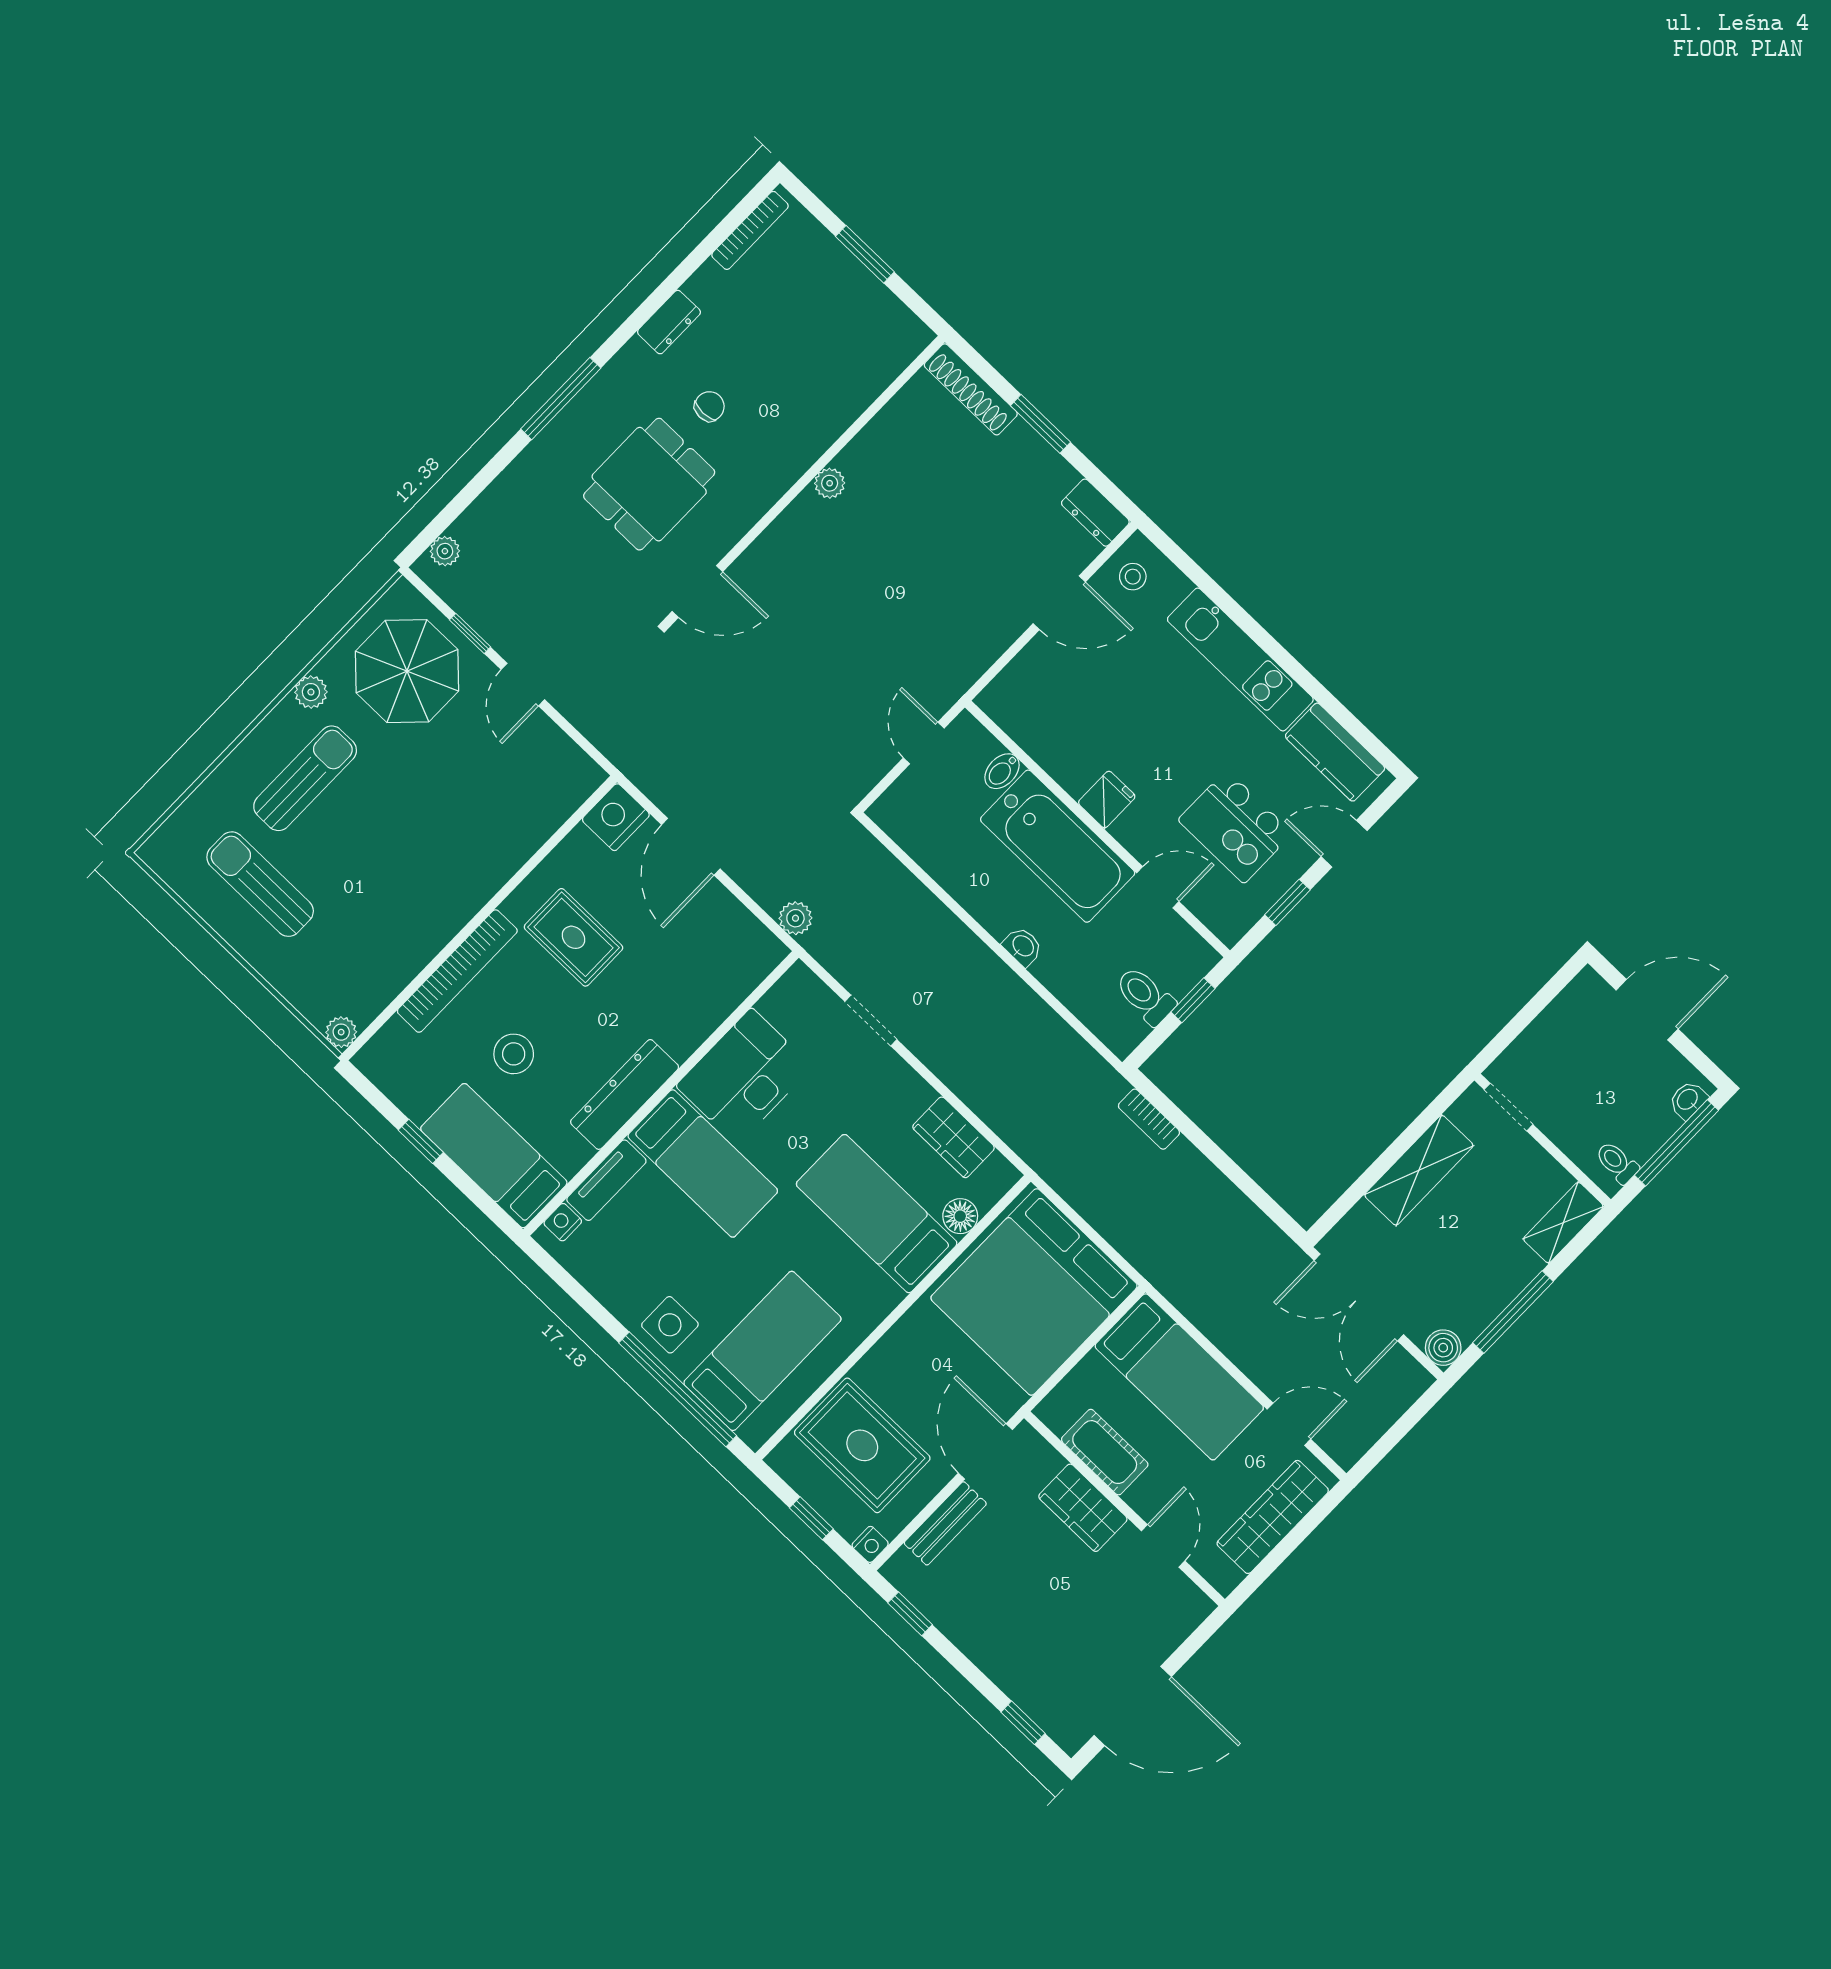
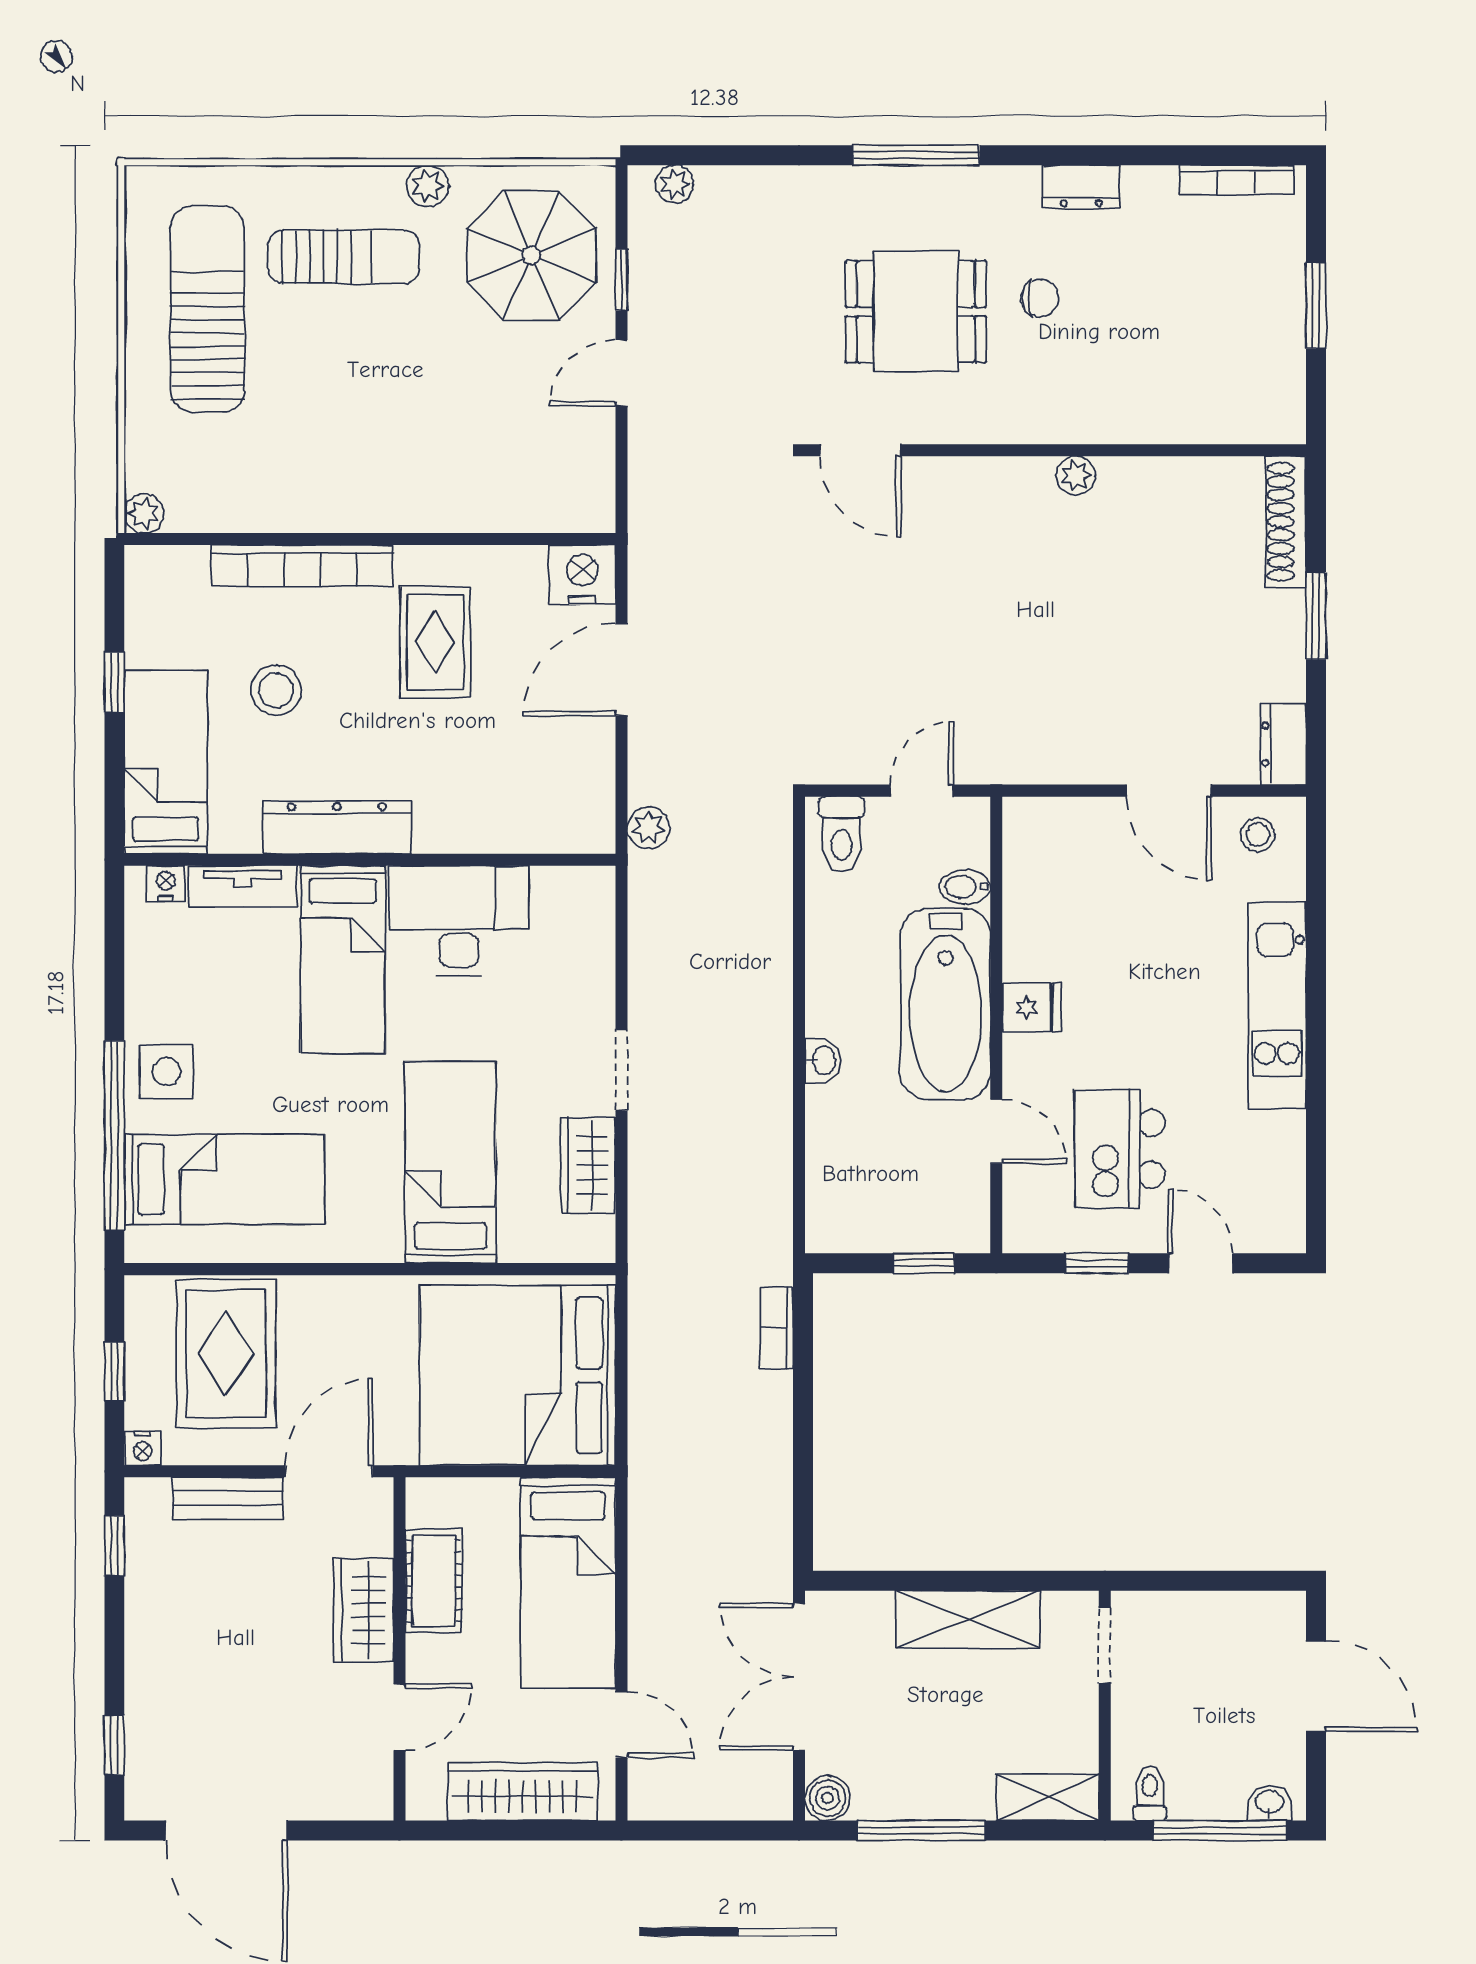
kitchen counter: (1335, 752) -> (1276, 1174), removed
sun lounger: (260, 884) -> (207, 309), width x1.36, depth x1.34
toilet: (1145, 996) -> (841, 834), moved, turned 180
doorway: (871, 1021) -> (621, 1070), moved
floor lamp: (960, 1216) -> (522, 1241), removed

